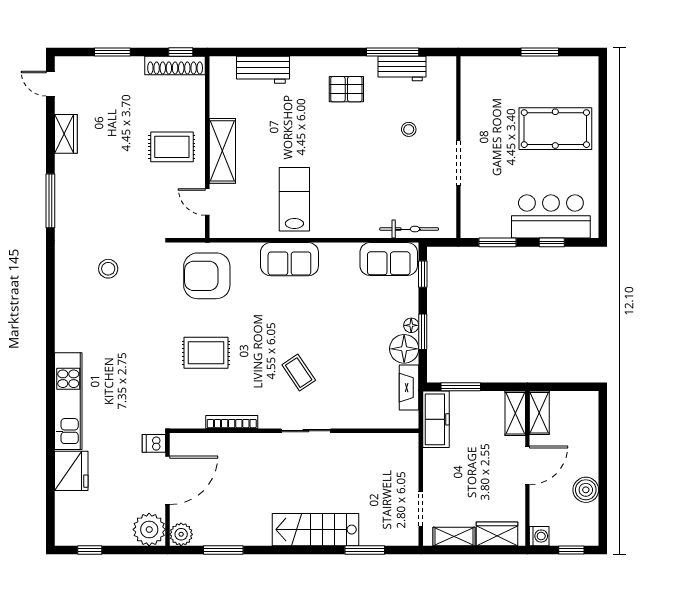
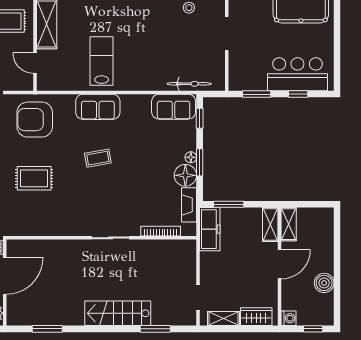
coffee table: (299, 373) -> (98, 158), moved, turned -66
bookcase: (232, 422) -> (161, 231), moved
plant: (181, 534) -> (15, 317), removed

